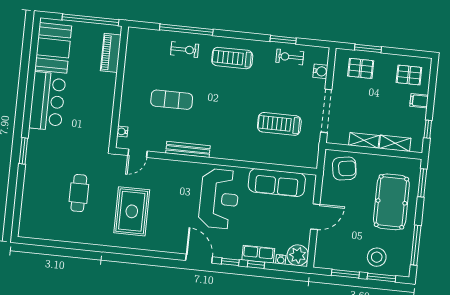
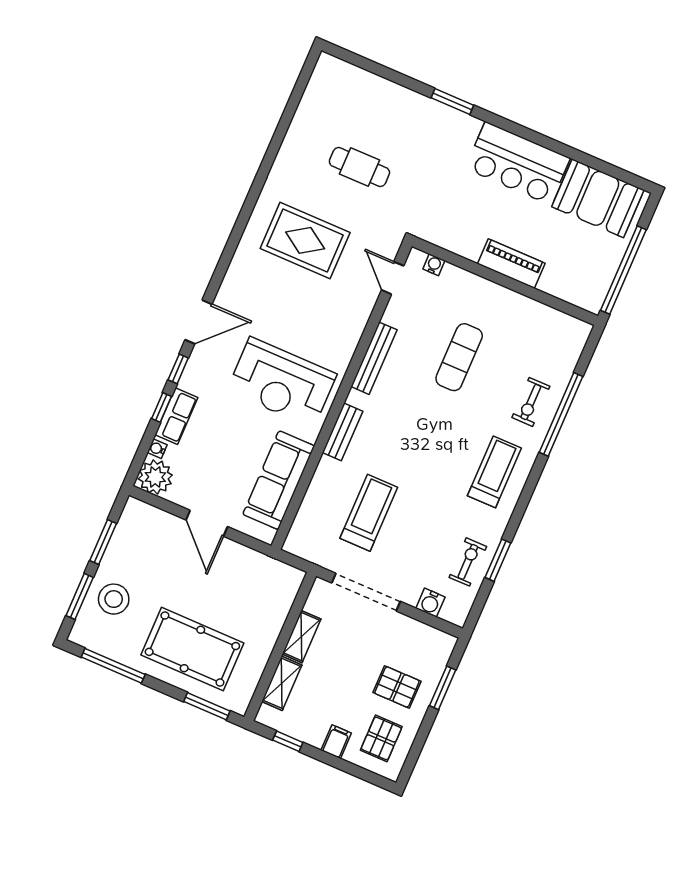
piano: (111, 53) -> (511, 264), moved
pallet: (361, 68) -> (397, 687), moved, turned 90
bench: (237, 154) -> (342, 432), added
armchair: (344, 169) -> (267, 592), removed

